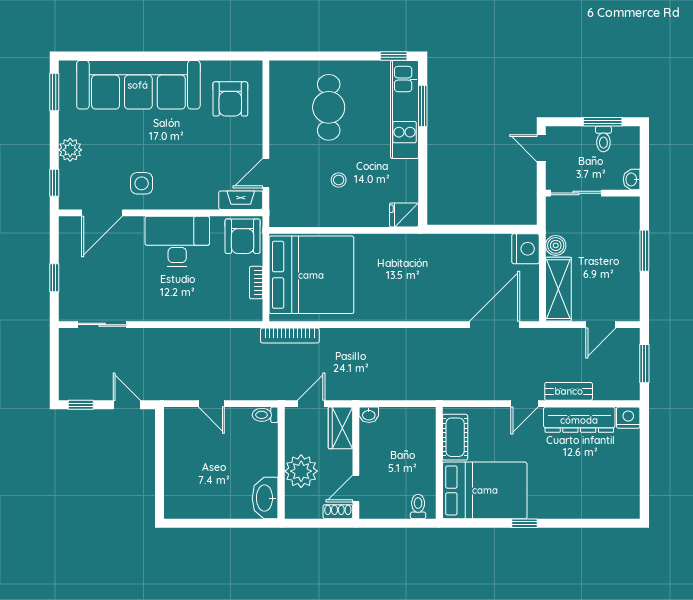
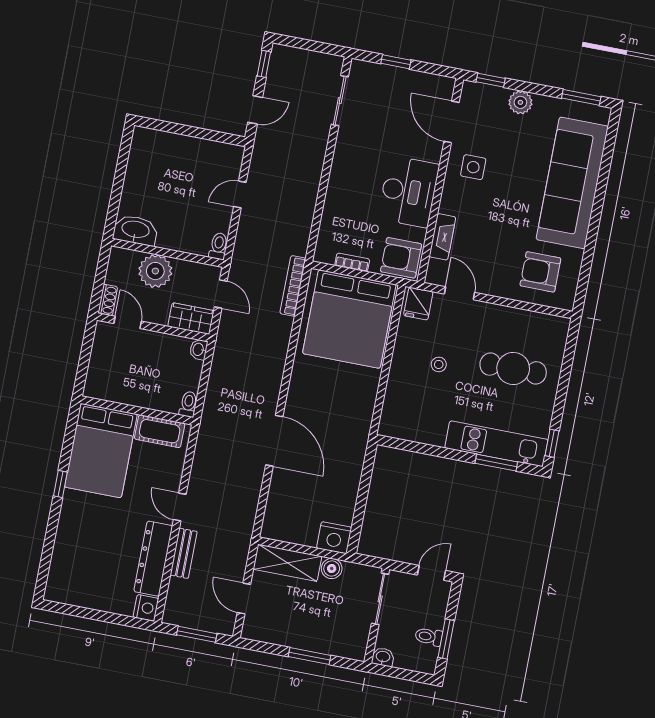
fireplace: (241, 200) -> (442, 237), moved
fridge: (404, 215) -> (418, 304), moved, turned 180
door: (495, 325) -> (274, 441), moved
toilet: (418, 507) -> (188, 404), moved, turned -90

